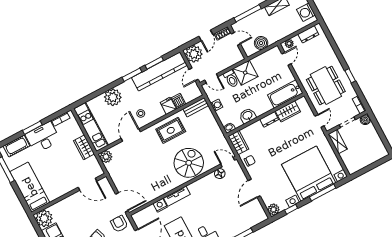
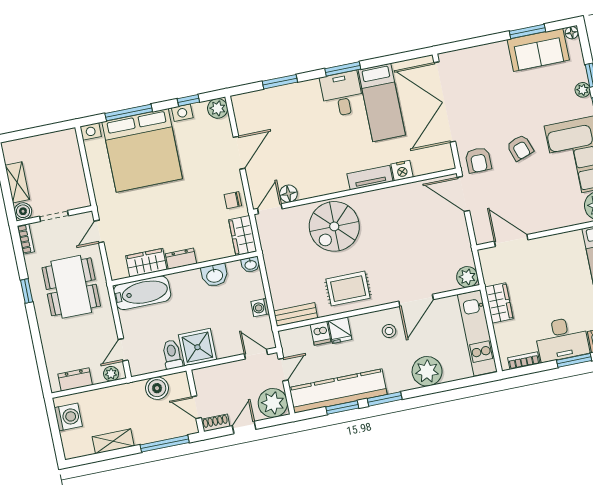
toilet: (231, 79) -> (172, 354), moved
shelving: (338, 142) -> (17, 182), moved
door: (228, 162) -> (270, 209), swing flipped

